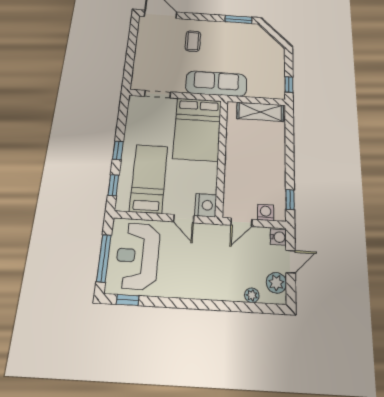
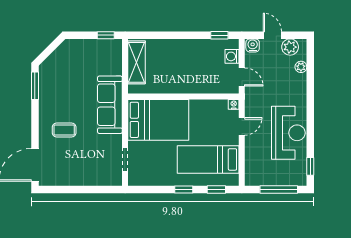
nightstand: (206, 205) -> (234, 104), width x0.53, depth x0.56
reception desk: (138, 256) -> (288, 133), moved, turned -90

